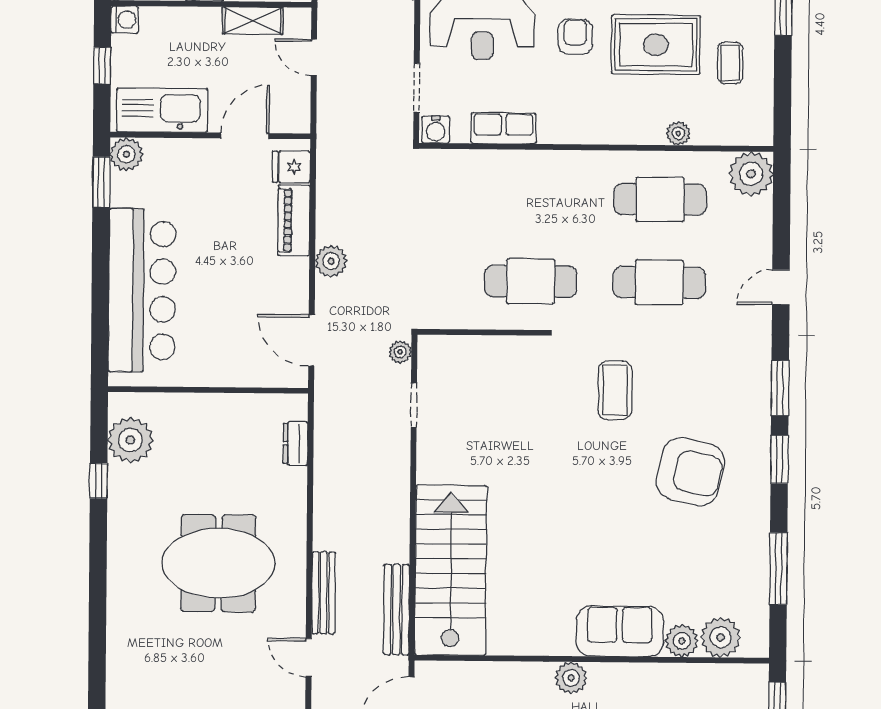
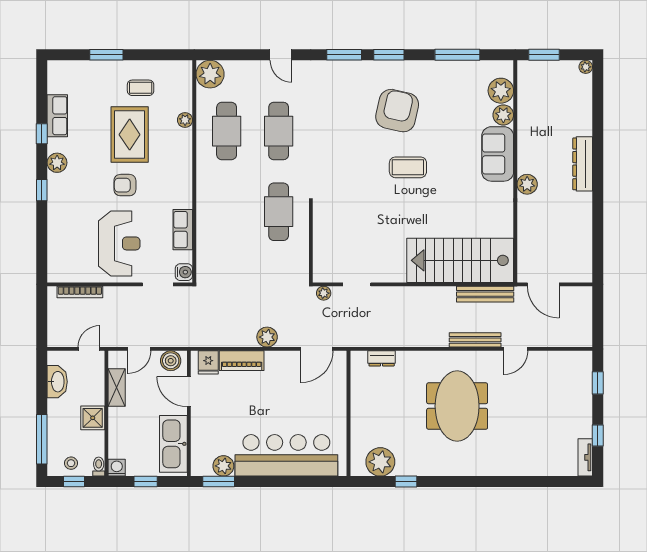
boiler: (295, 107) -> (171, 361), added
plant: (126, 154) -> (223, 466), moved
coffee table: (615, 390) -> (408, 167), moved

